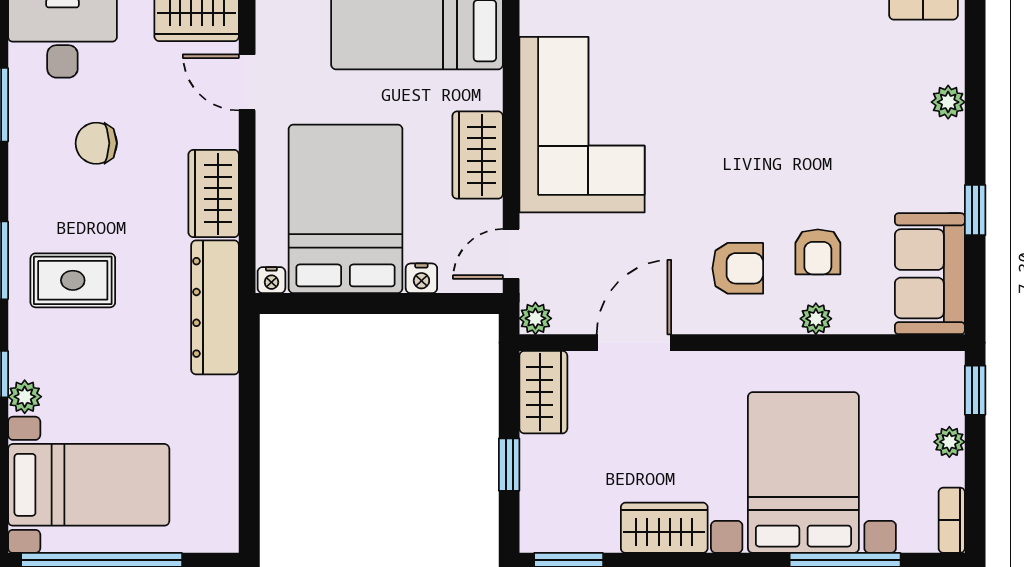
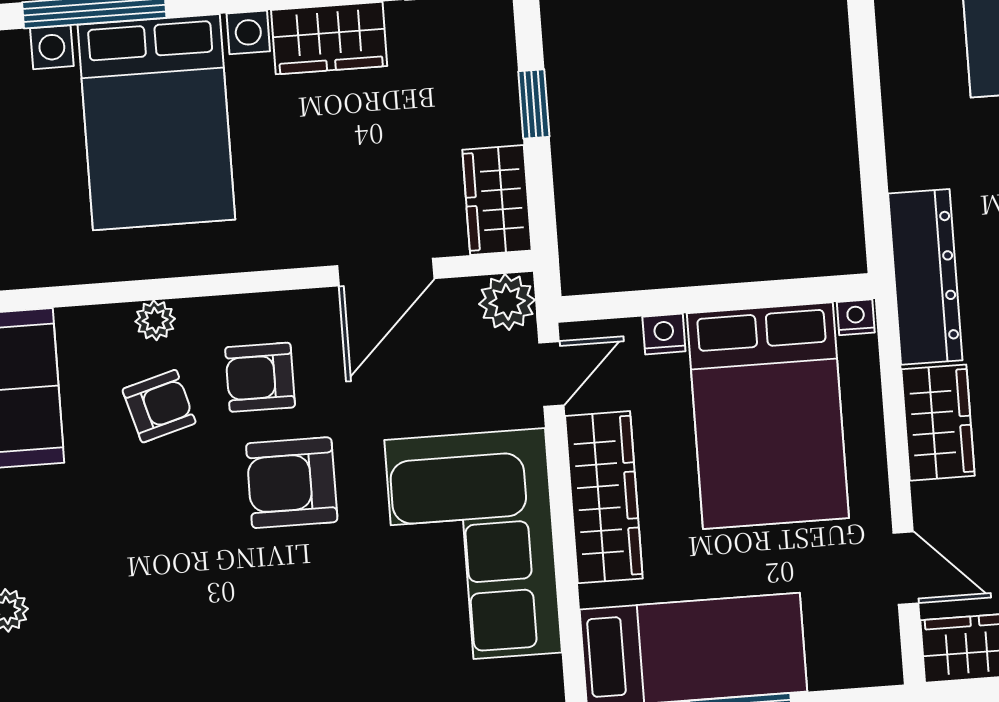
wardrobe: (478, 155) -> (604, 497), width x1.50
armchair: (719, 185) -> (292, 483), added
armchair: (818, 252) -> (159, 406), turned 74
plant: (535, 318) -> (507, 302), width x1.38, depth x1.38

